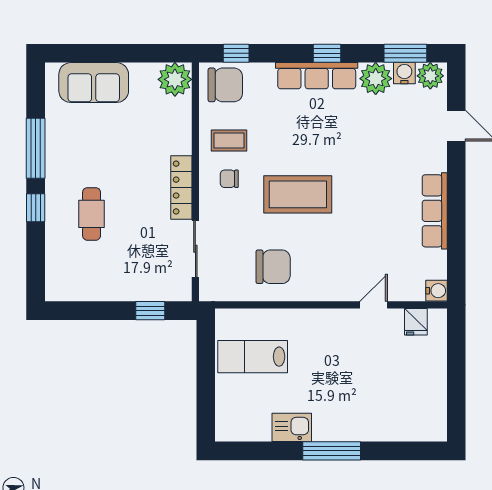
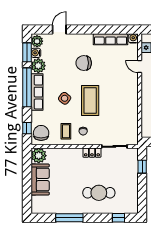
window: (327, 53) -> (27, 87), width x3.17
sofa: (94, 83) -> (40, 180), moved
side table: (303, 137) -> (65, 98), added
locker: (181, 188) -> (92, 153), width x0.66
window: (36, 208) -> (118, 218), moved
row of seats: (435, 211) -> (111, 39), moved
cafe table: (92, 214) -> (99, 193), width x1.37, depth x1.35
chair: (273, 267) -> (84, 63), moved, turned -90

